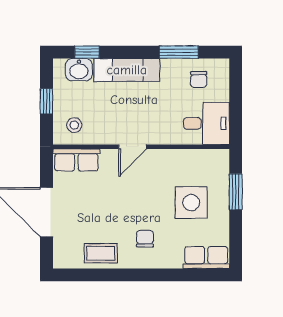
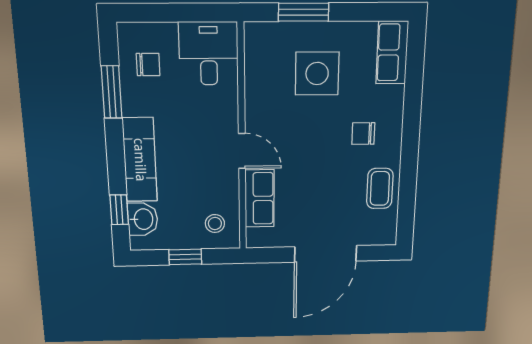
row of seats: (76, 160) -> (260, 198), moved

